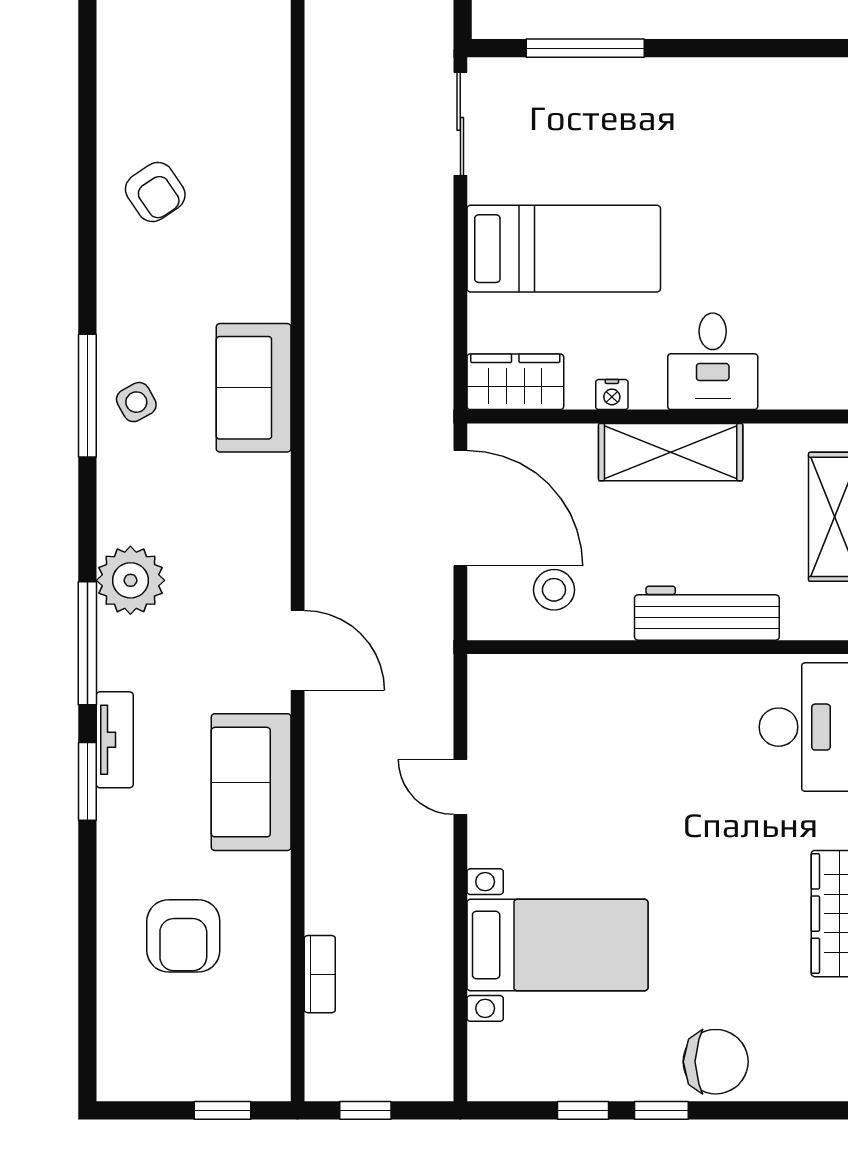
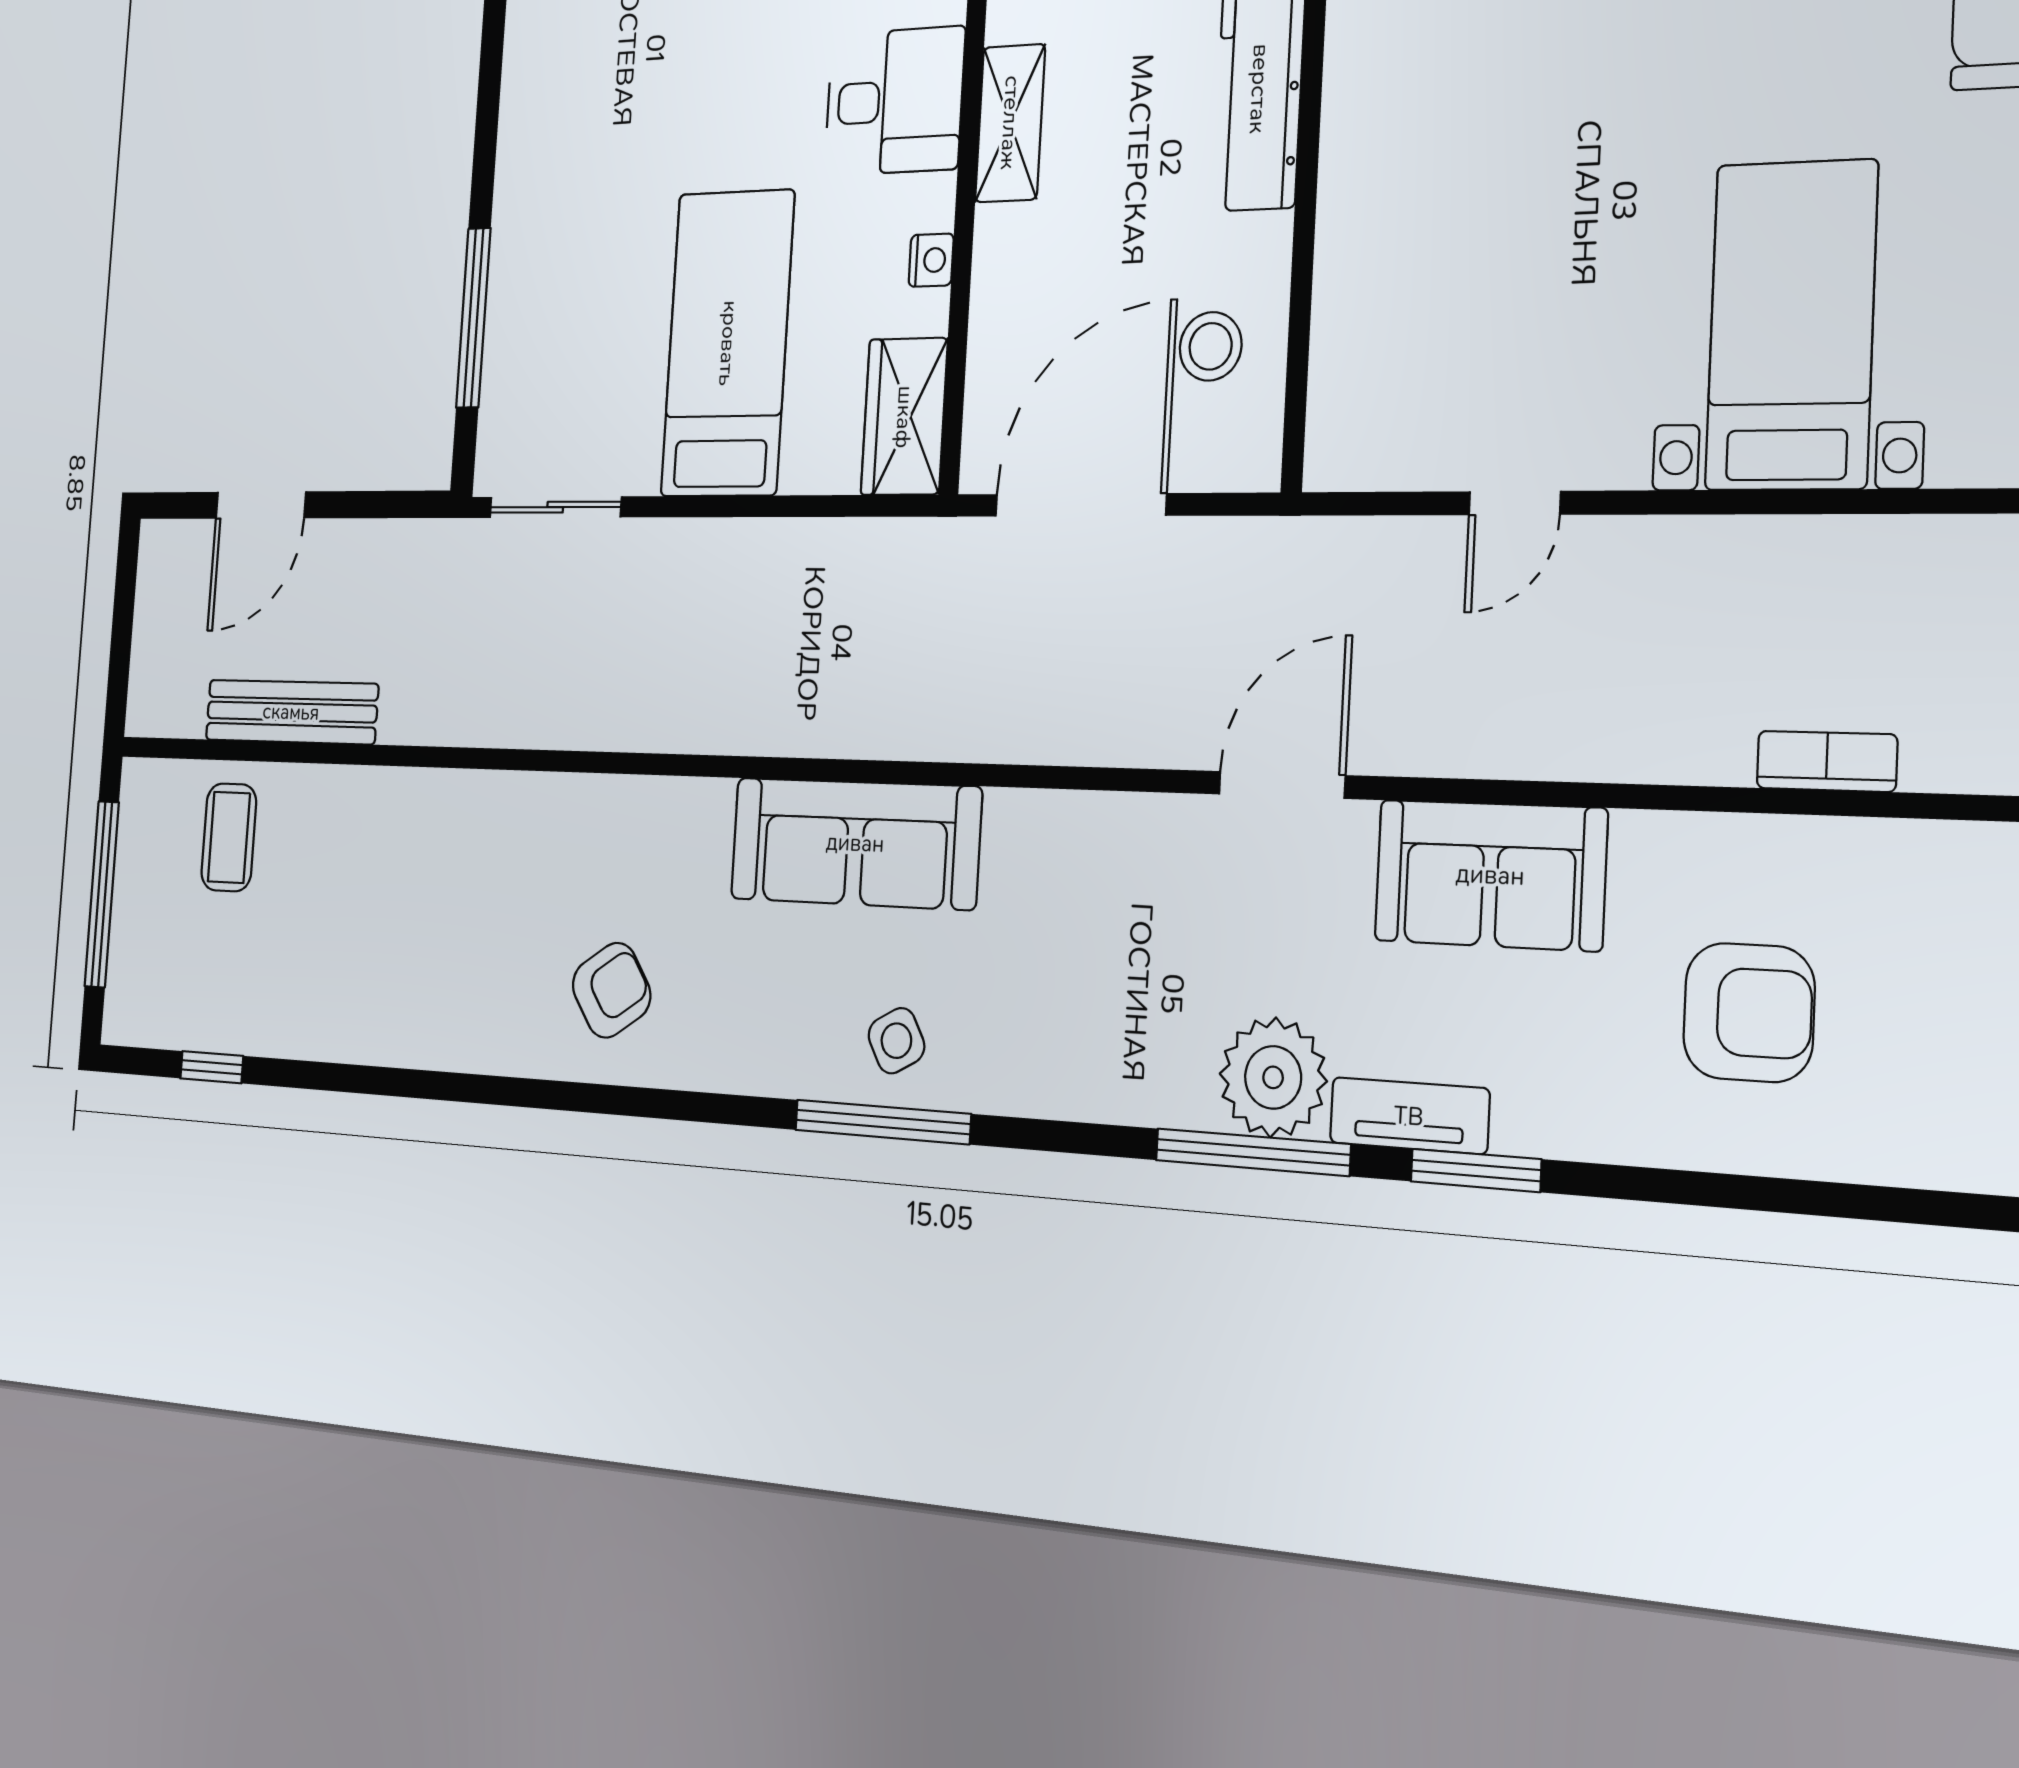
sofa: (254, 388) -> (855, 843), width x1.36
shelving: (671, 452) -> (1010, 123), width x0.67, depth x0.75
plant: (130, 580) -> (1273, 1077), moved

